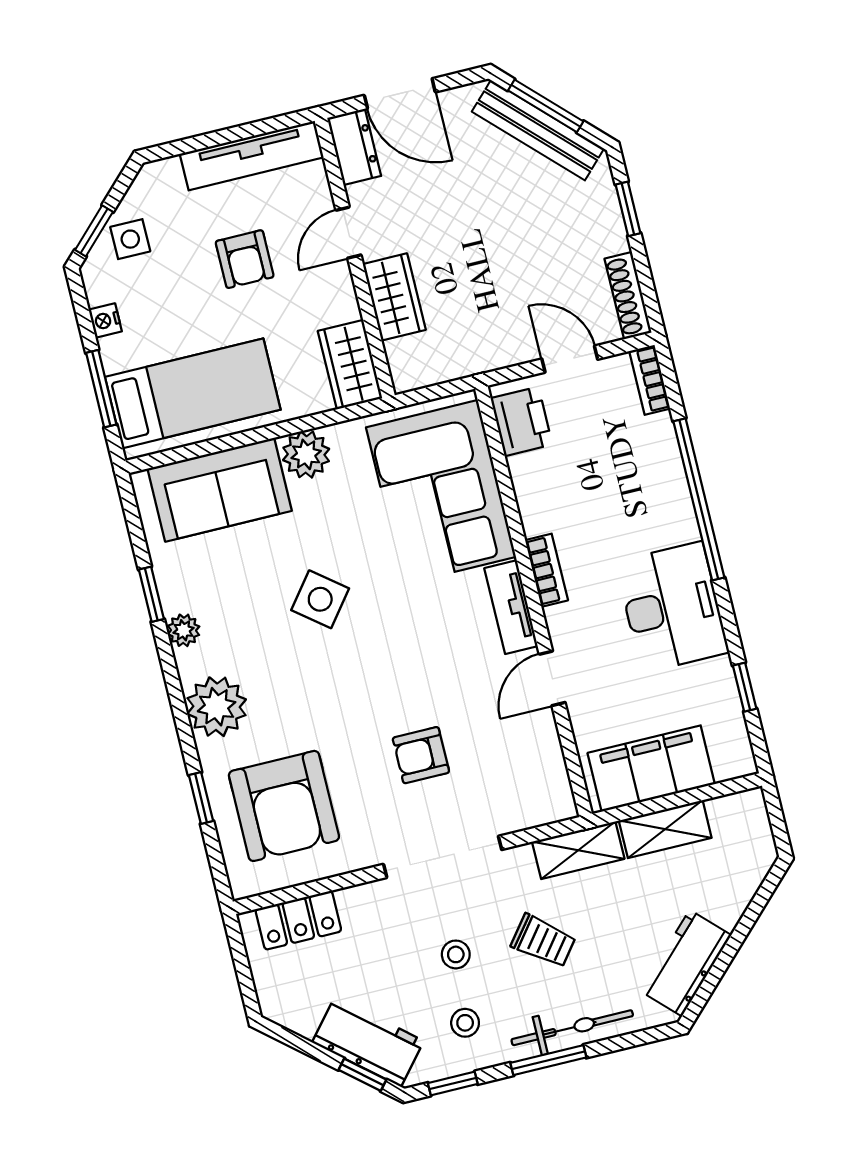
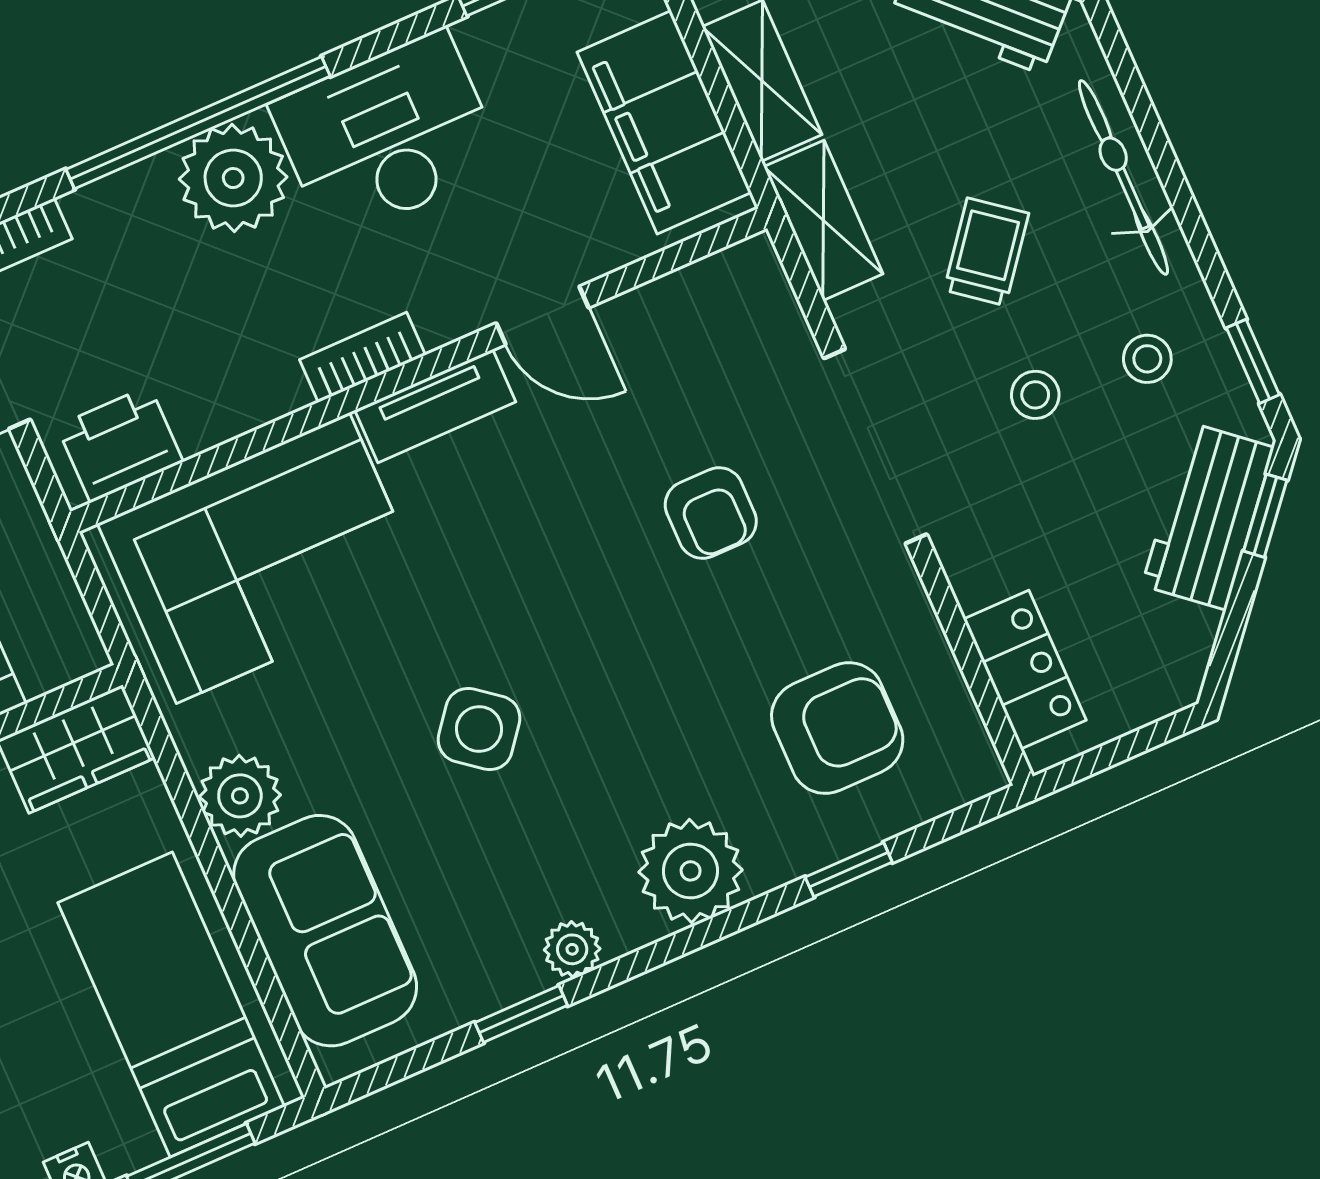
plant: (663, 514) -> (233, 178), added
armchair: (284, 806) -> (837, 728), width x0.73, depth x0.73
window: (548, 1060) -> (1185, 208), removed

